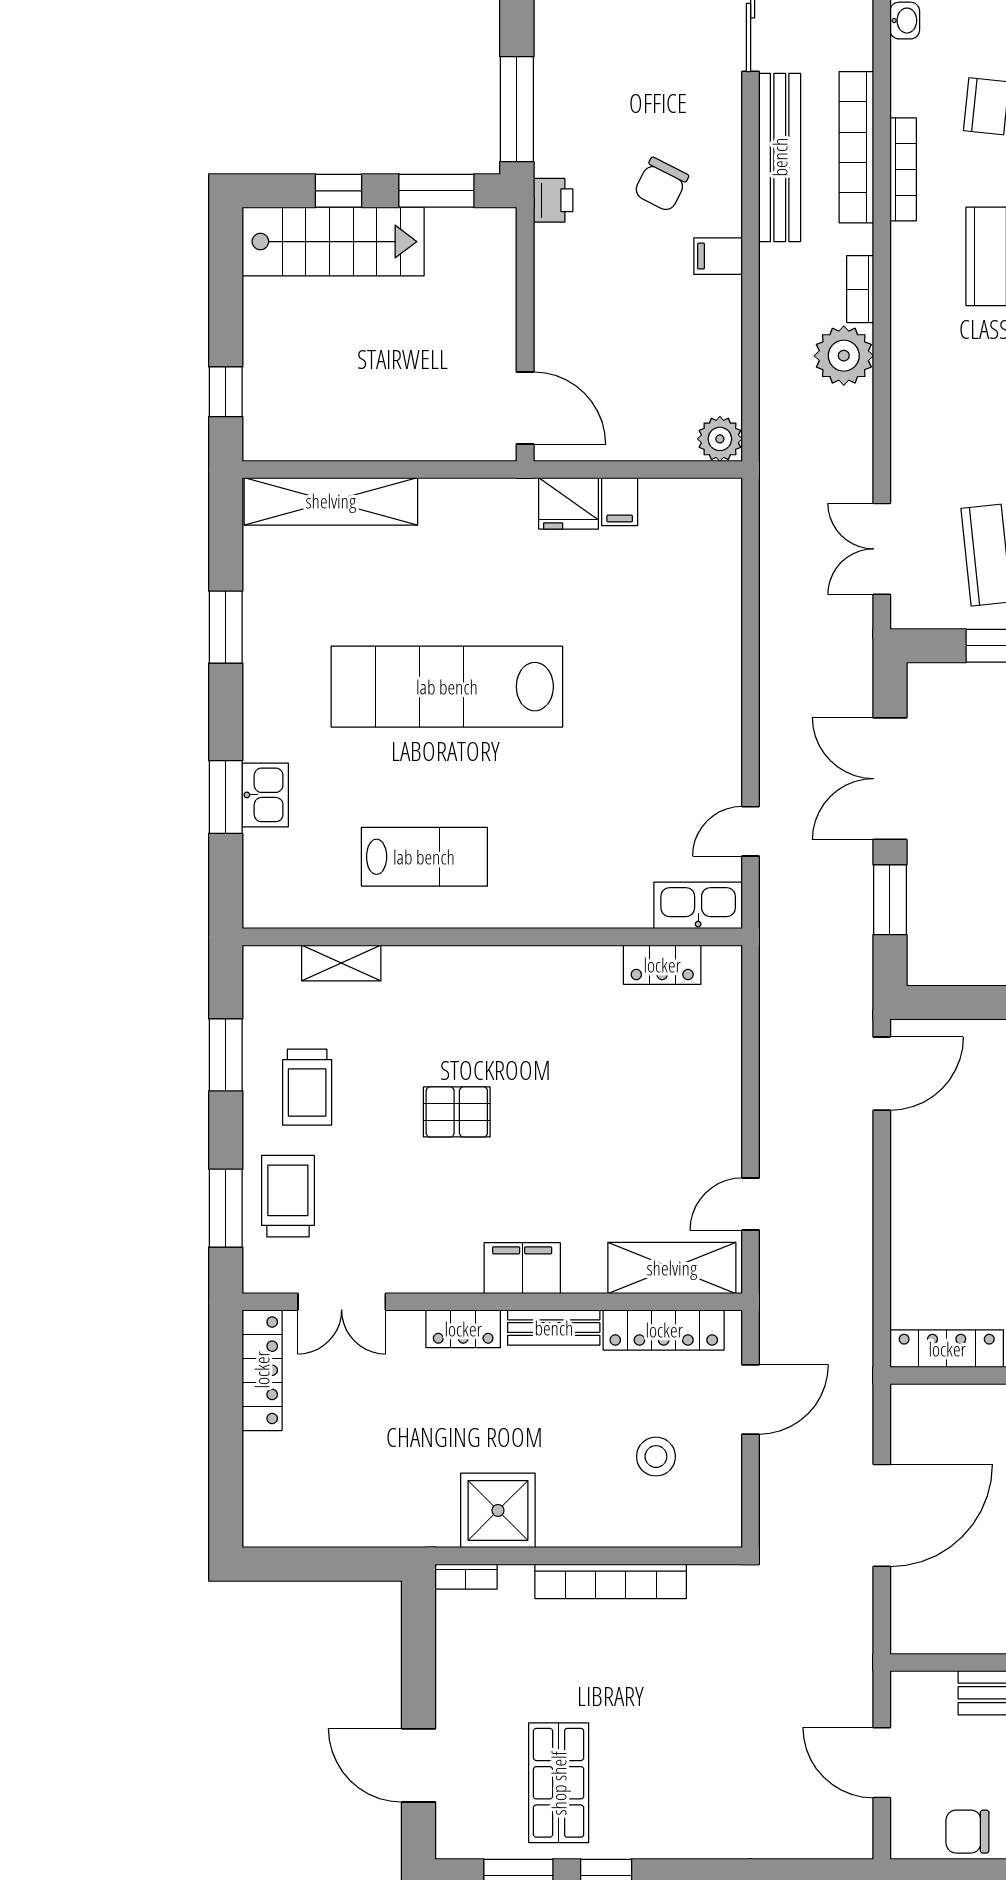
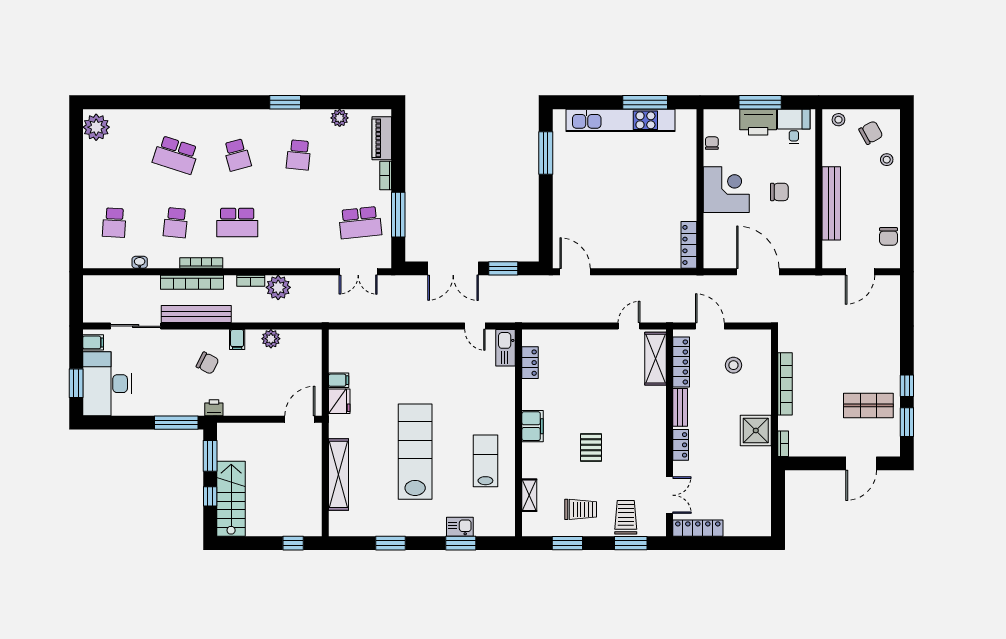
plant: (720, 439) -> (271, 339), moved
shelving: (331, 501) -> (339, 474), moved
lab bench: (447, 687) -> (415, 452), turned 180
trolley: (288, 1196) -> (626, 517), turned 90
door: (751, 1204) -> (629, 326), swing flipped
filing cabinet: (522, 1268) -> (533, 426), moved, turned 180

